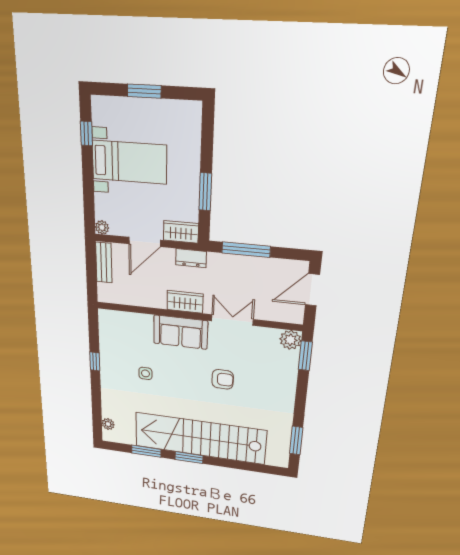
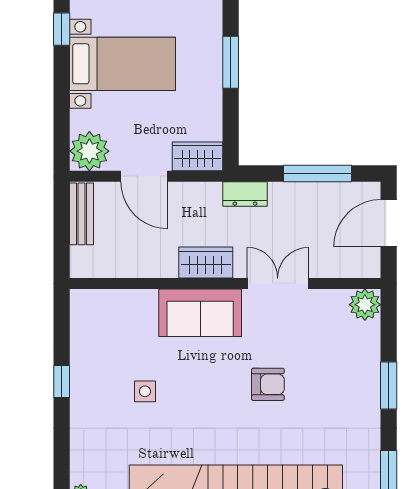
window: (205, 192) -> (231, 62), moved
plant: (102, 227) -> (89, 151), width x1.88, depth x1.88
door: (145, 242) -> (144, 176), hinge flipped
window: (246, 250) -> (318, 174), moved
dresser: (191, 258) -> (245, 194), moved
window: (305, 356) -> (389, 385), moved

